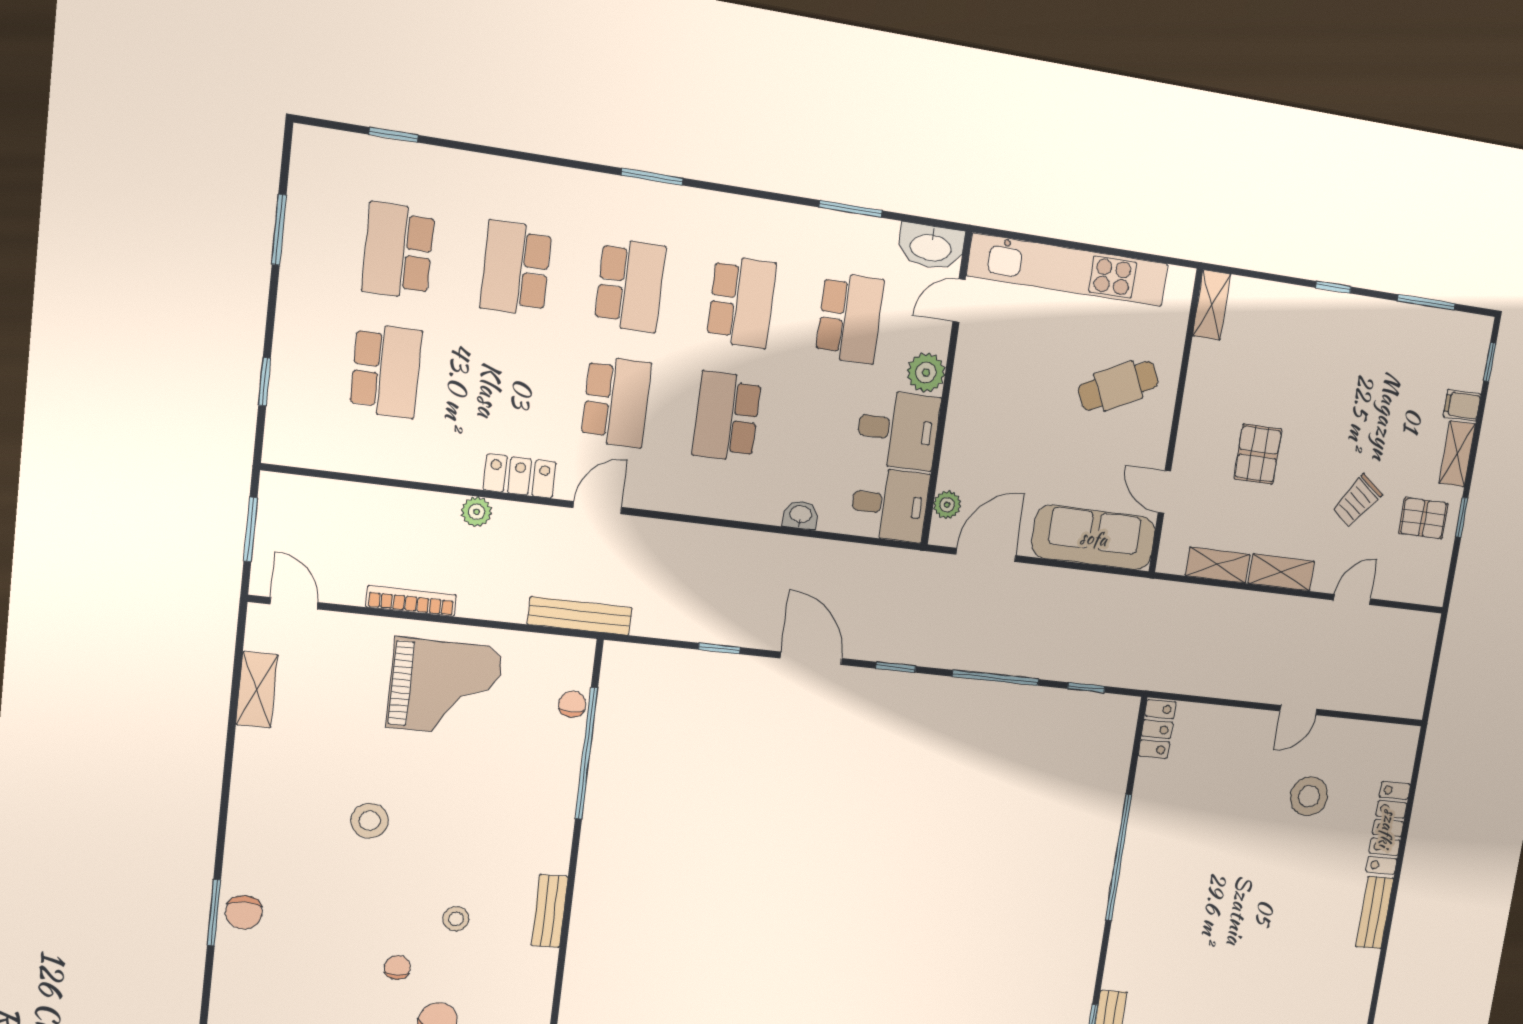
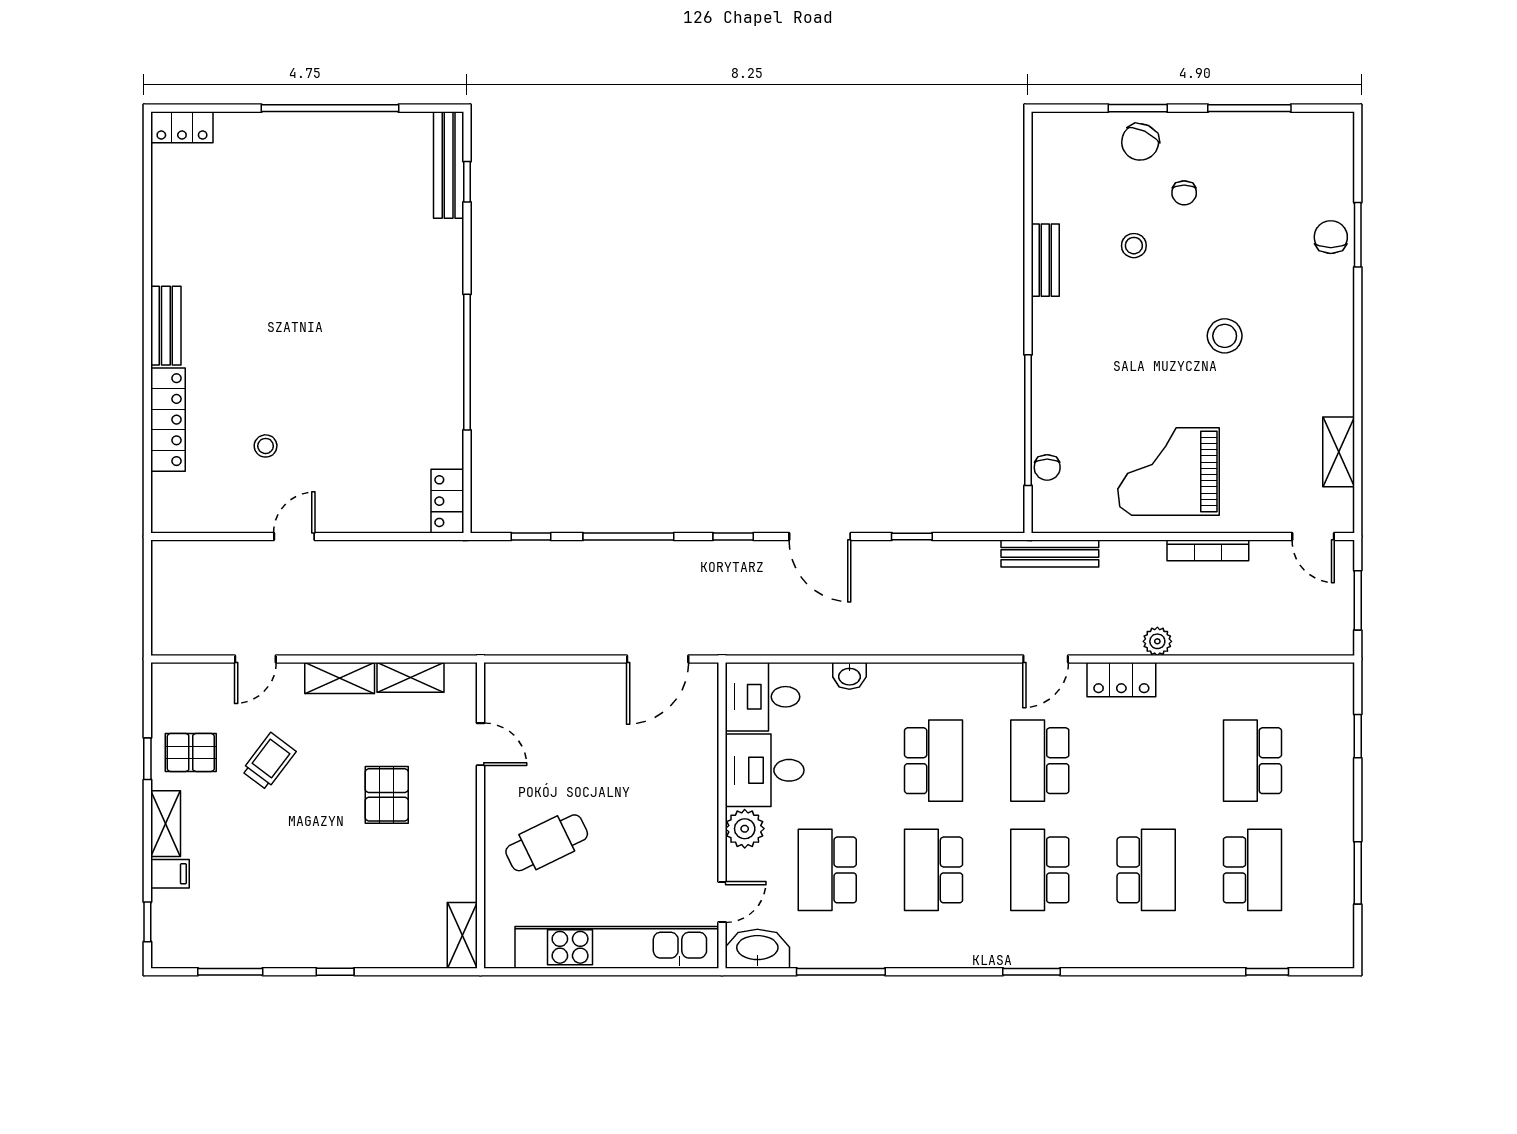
window: (850, 209) -> (841, 972), width x1.44
plant: (947, 505) -> (705, 704), removed
sofa: (1094, 538) -> (548, 689), removed
stool: (1309, 796) -> (266, 446), width x0.53, depth x0.53

